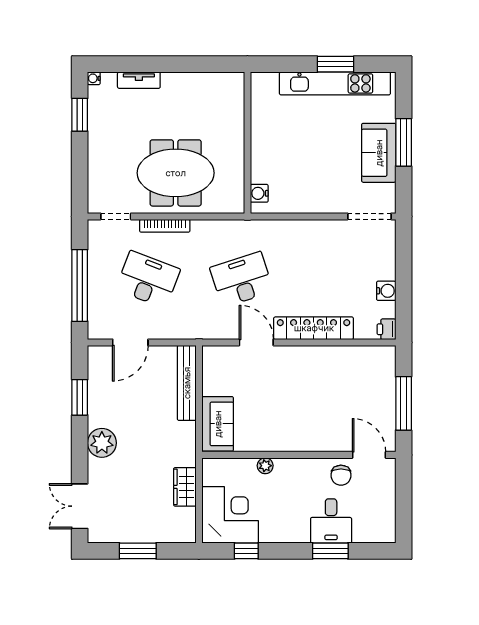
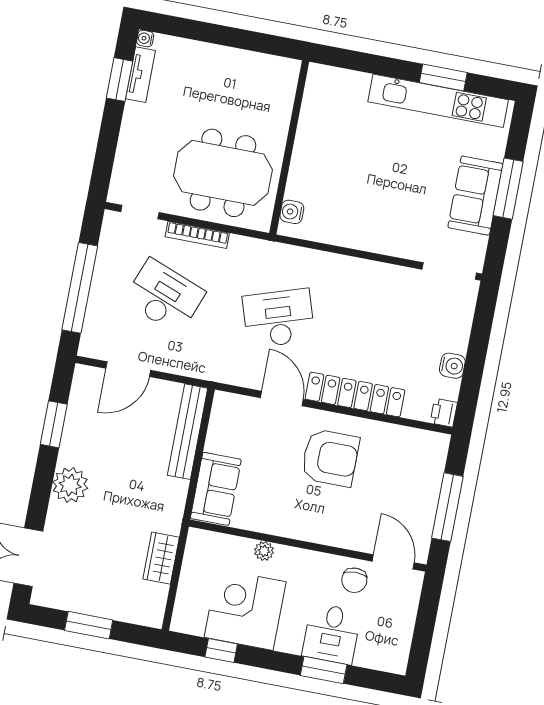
tv unit: (139, 80) -> (141, 75), moved, turned -90
wall: (247, 143) -> (289, 147), moved
water cooler: (259, 193) -> (292, 212), moved
armchair: (303, 382) -> (330, 458), added
corner desk: (230, 515) -> (245, 610), moved, turned -90

